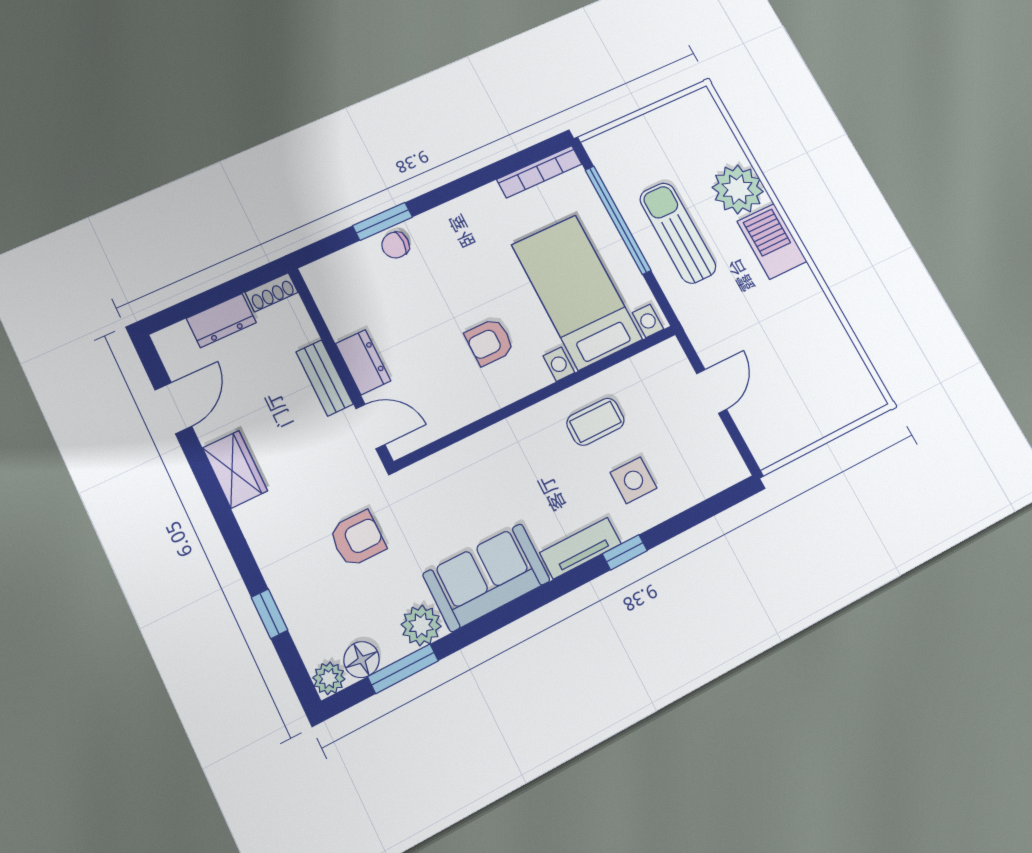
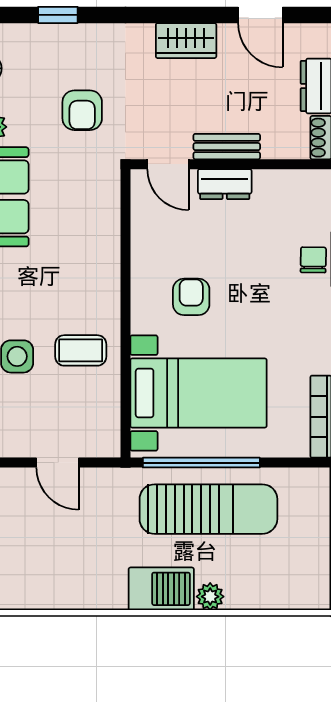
plant: (738, 189) -> (210, 597), width x0.53, depth x0.53
window: (618, 220) -> (201, 463), moved
sun lounger: (678, 233) -> (208, 509), width x1.36, depth x1.34
coffee table: (595, 422) -> (81, 350), turned 90
door: (370, 427) -> (168, 164), hinge flipped

